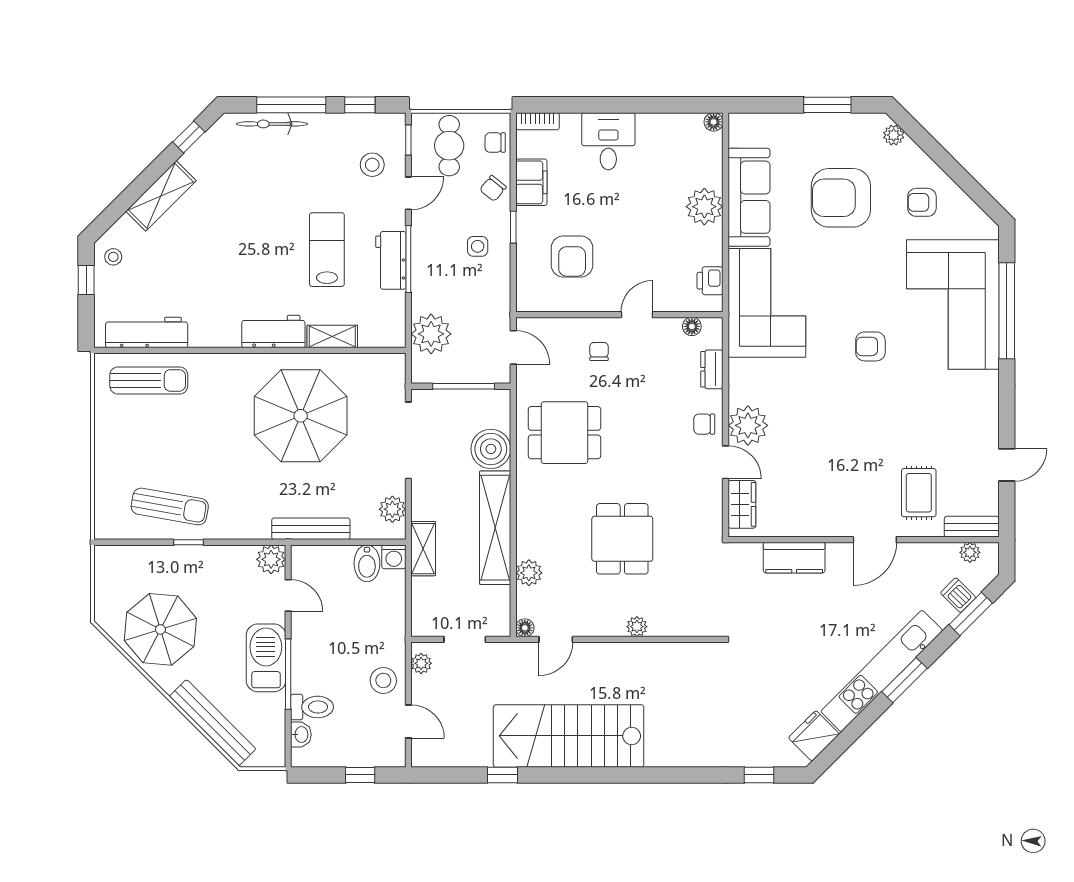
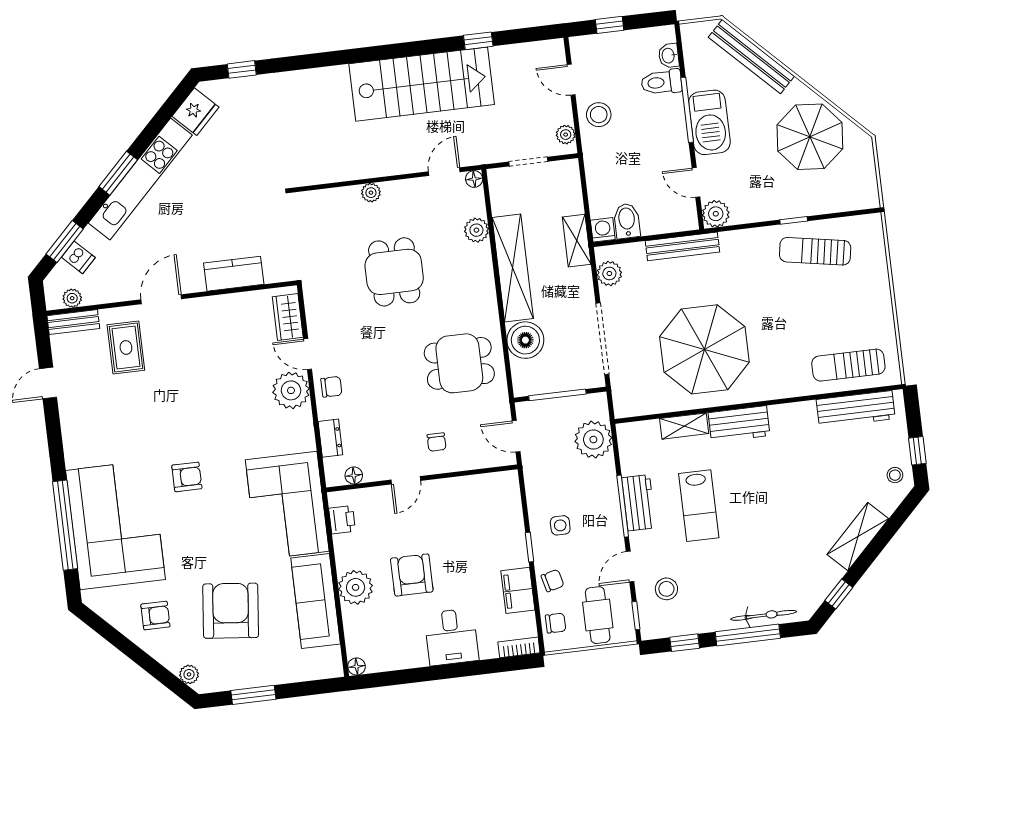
chair: (493, 188) -> (553, 581), turned 37
armchair: (841, 198) -> (231, 611), turned -84
armchair: (572, 256) -> (412, 575), moved

